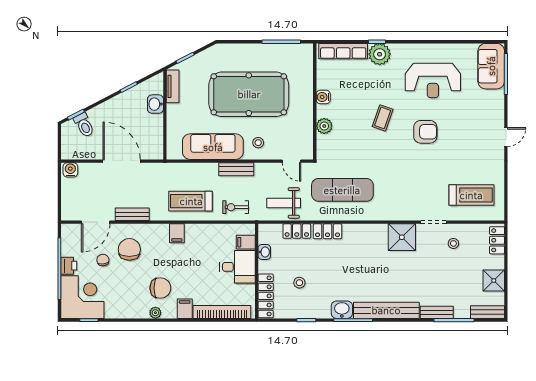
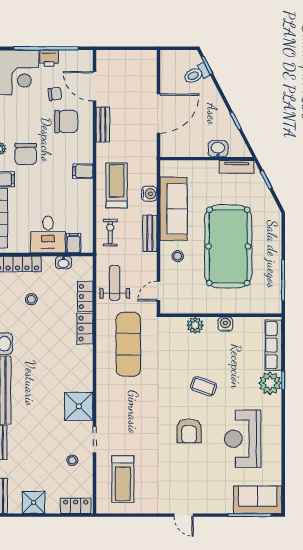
water cooler: (70, 170) -> (149, 194), moved

